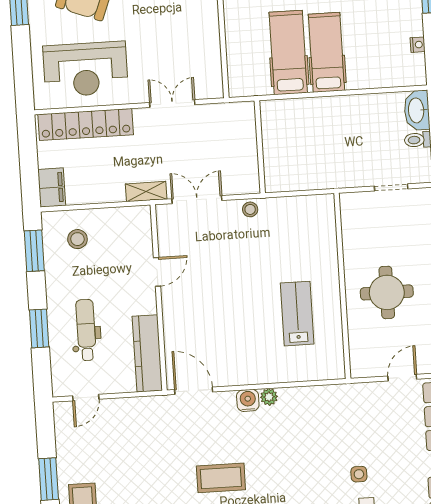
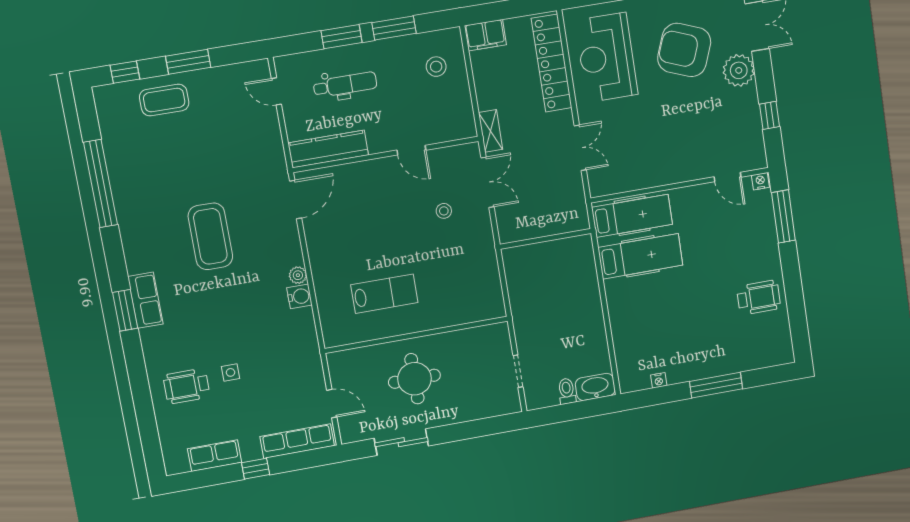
hospital bed: (327, 52) -> (632, 216), moved
stool: (250, 209) -> (444, 211), moved
window: (34, 251) -> (394, 28), moved
water cooler: (248, 400) -> (299, 296), moved
coffee table: (221, 478) -> (210, 236), width x1.36, depth x1.32

